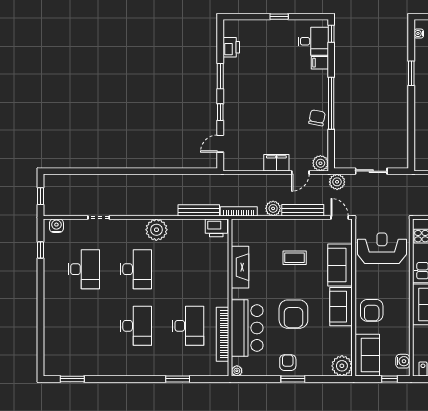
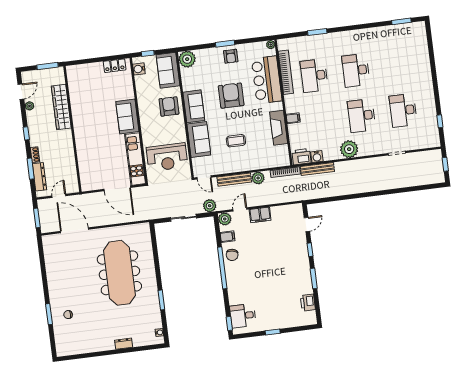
filing cabinet: (320, 63) -> (227, 237), moved
water cooler: (56, 226) -> (317, 157), moved
filing cabinet: (221, 277) -> (293, 118), added

